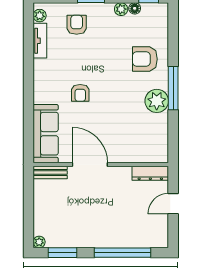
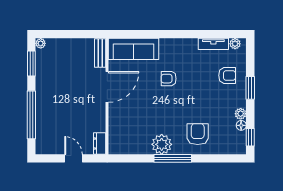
dresser: (150, 173) -> (100, 144), width x0.70

